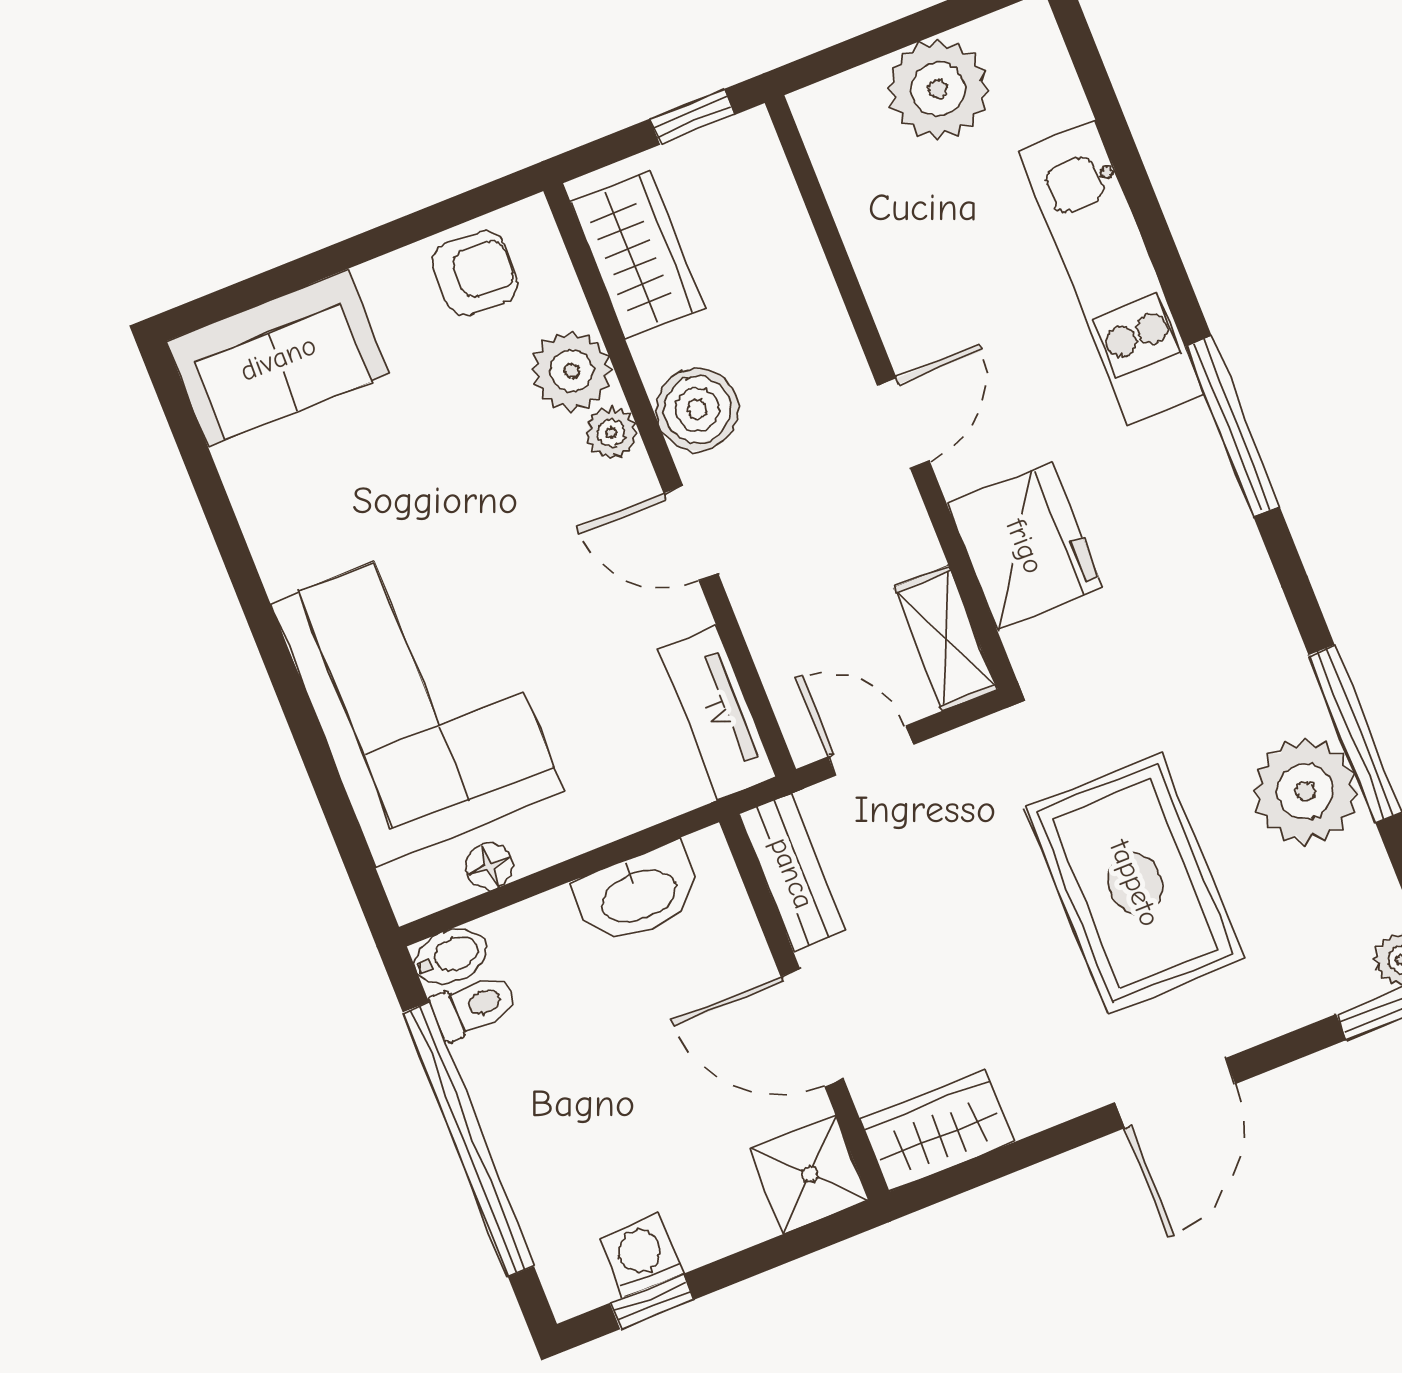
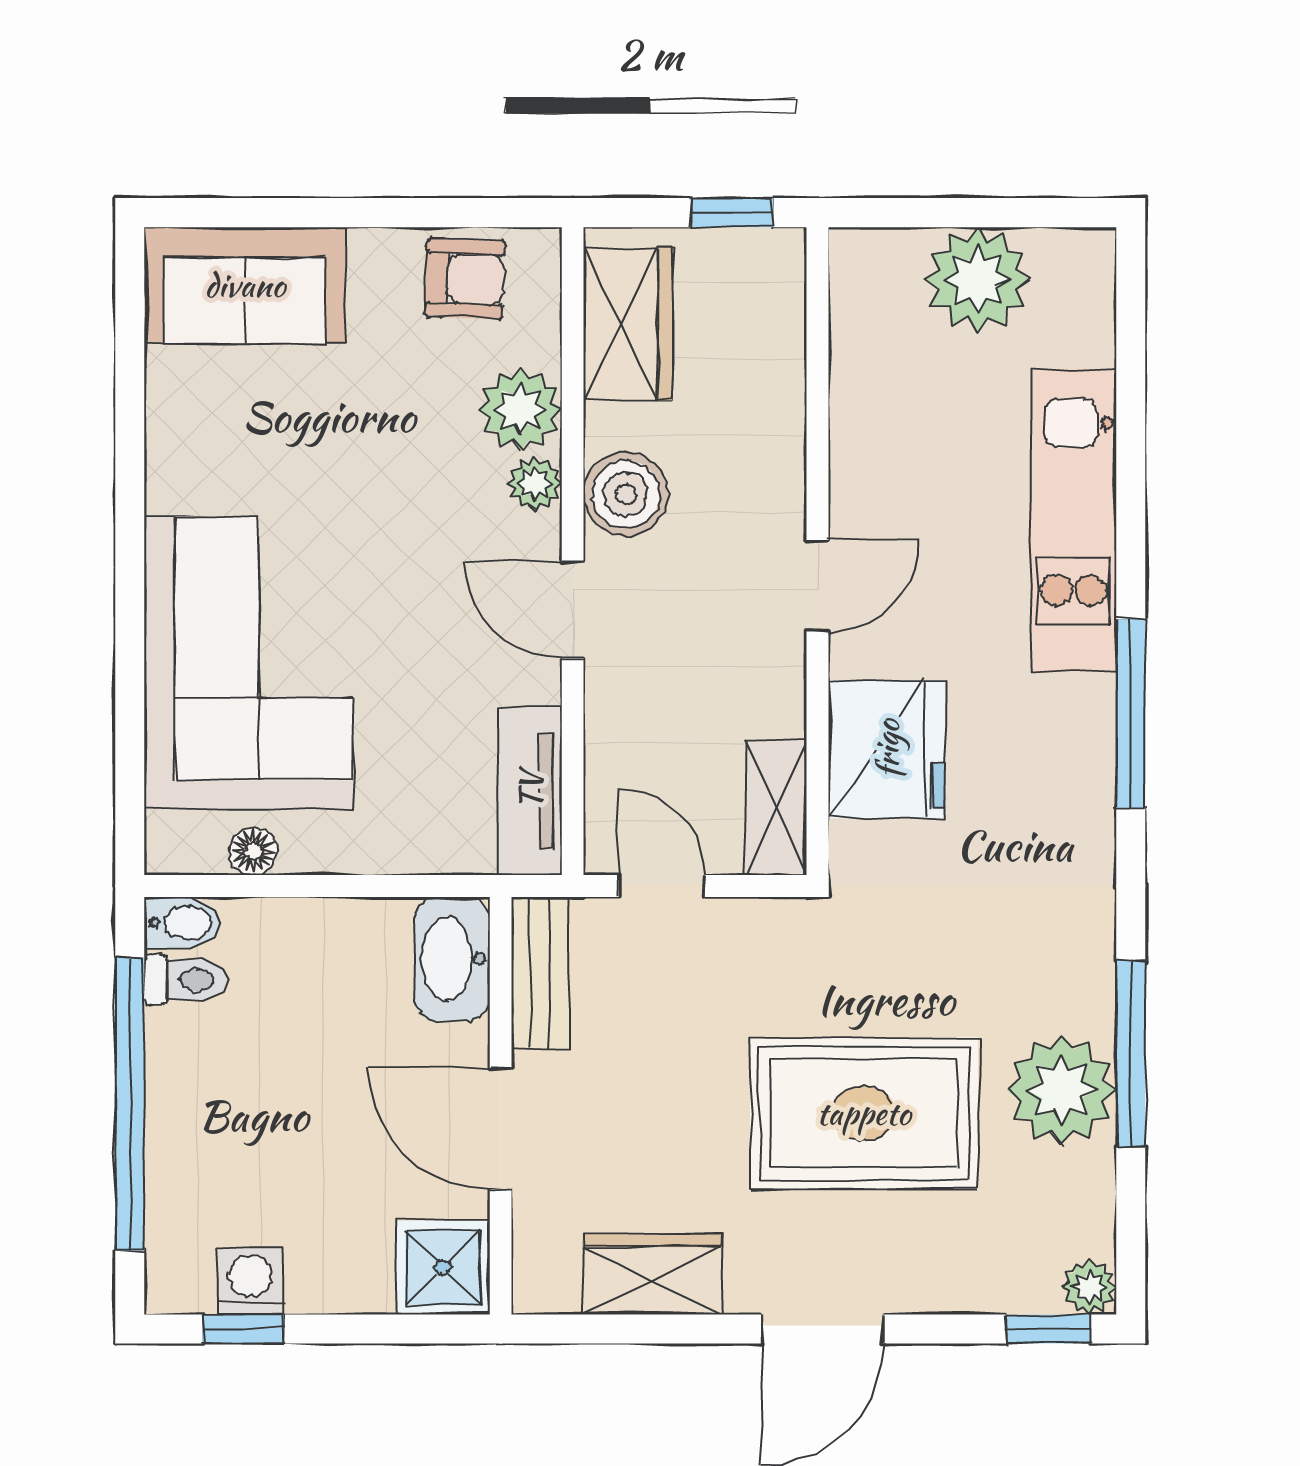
rug: (1135, 883) -> (864, 1113), turned 90
washbasin: (638, 894) -> (452, 959), moved, turned 90
wardrobe: (937, 1131) -> (652, 1274), moved

